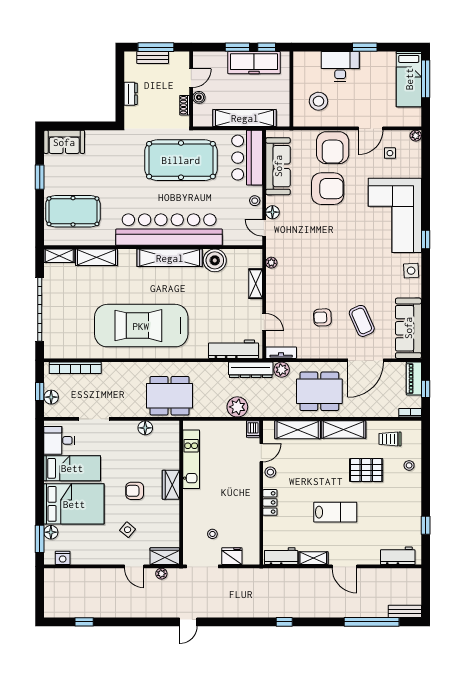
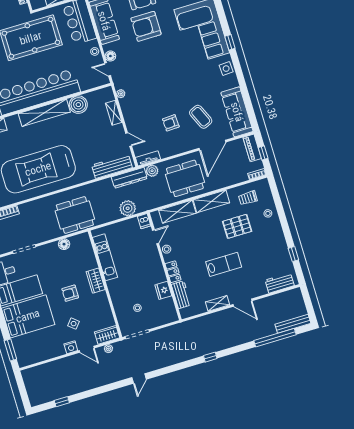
armchair: (328, 189) -> (146, 26), turned 180
floor lamp: (51, 532) -> (17, 343), removed
fridge: (232, 556) -> (163, 290), moved, turned -90
workbench: (281, 556) -> (181, 295), moved, turned 90
nightstand: (63, 558) -> (71, 347), moved
bench: (405, 611) -> (293, 324), width x1.36

